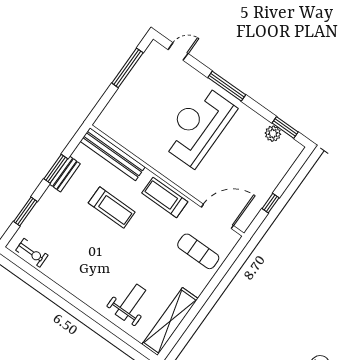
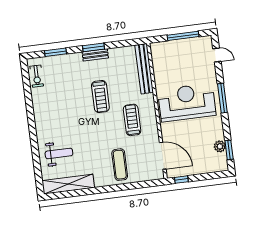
bench: (113, 154) -> (144, 69), moved
wall: (167, 181) -> (157, 111), moved
door: (217, 216) -> (163, 156), moved

